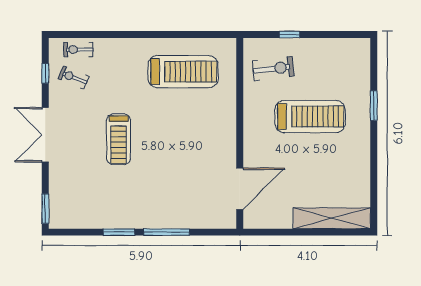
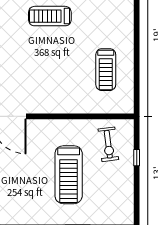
treadmill: (183, 72) -> (106, 70), width x0.73, depth x0.73

